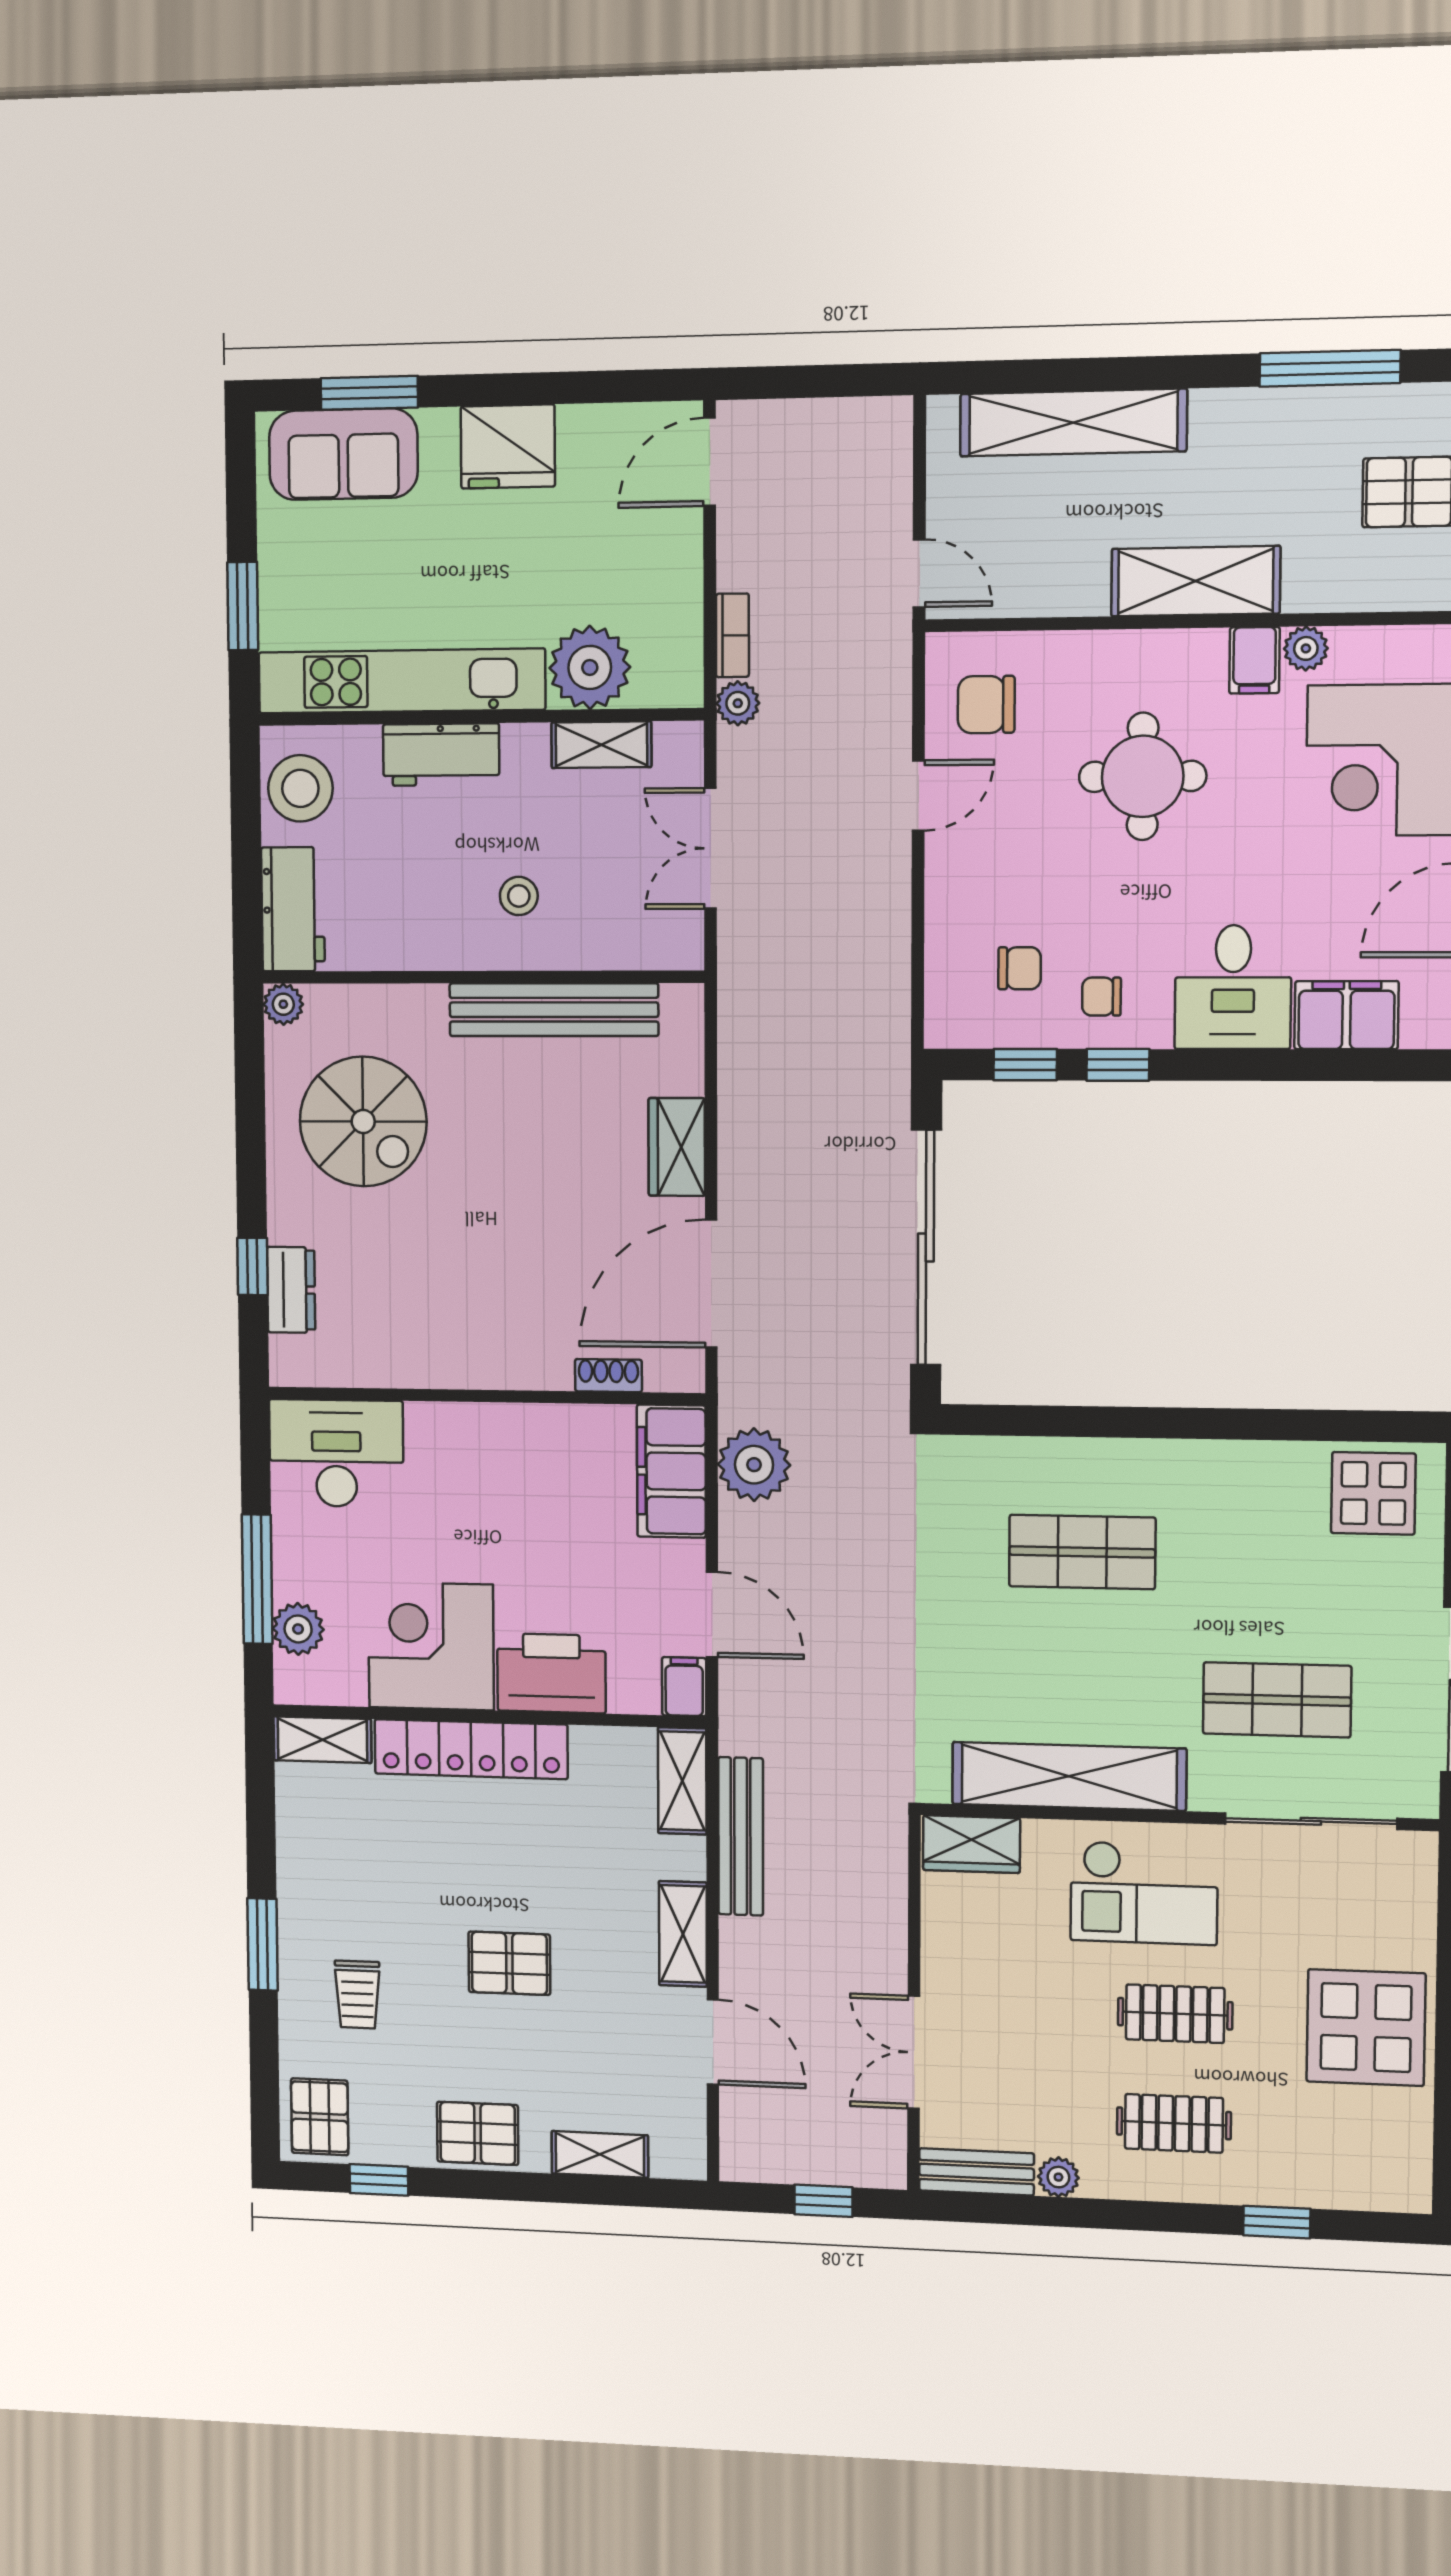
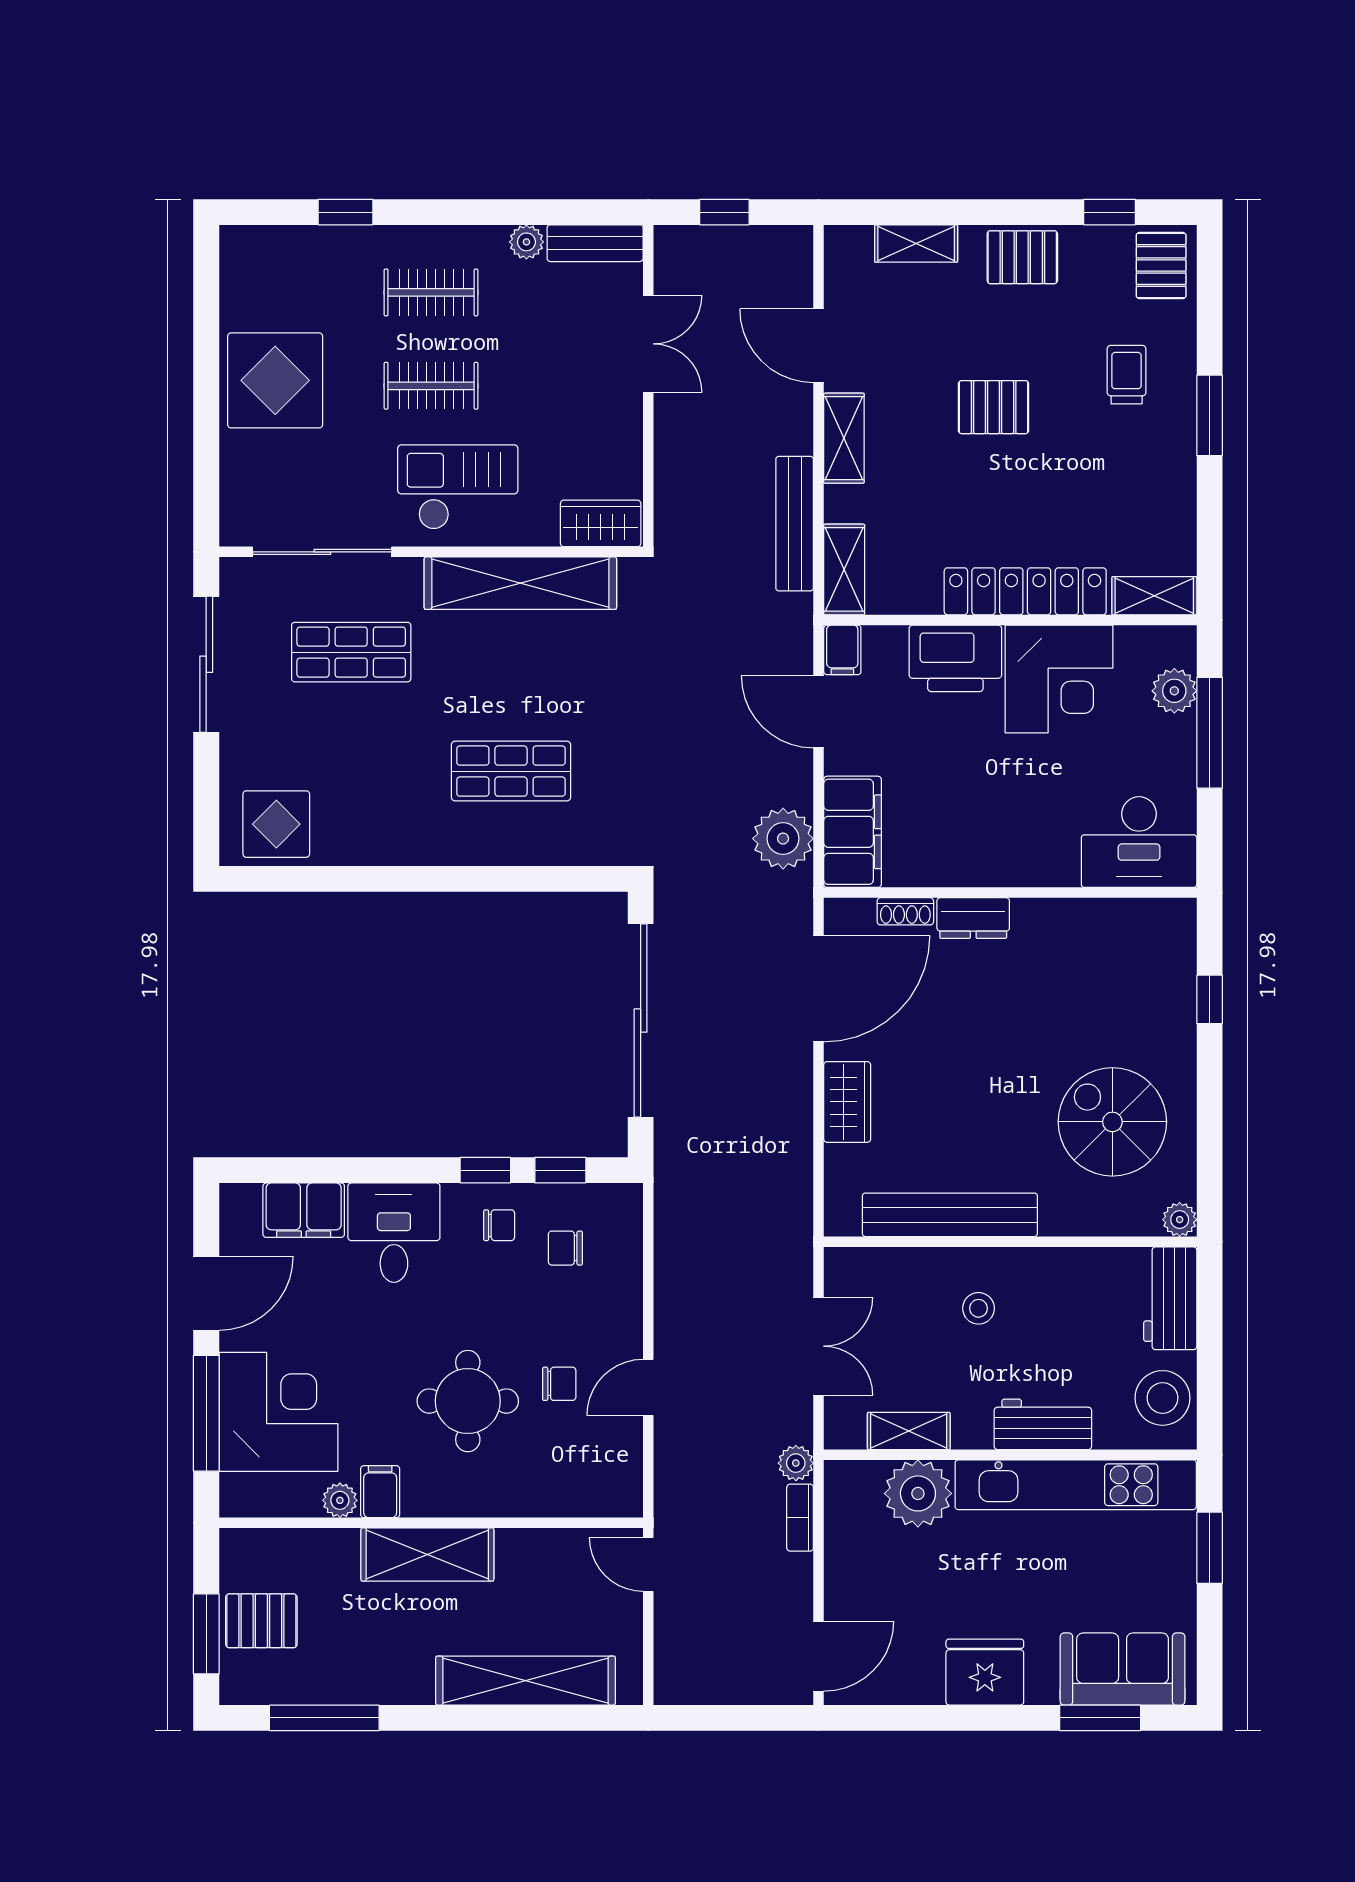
chair: (986, 705) -> (559, 1384), moved, width x0.73, depth x0.73
dresser: (291, 1290) -> (973, 918), moved, turned -90

